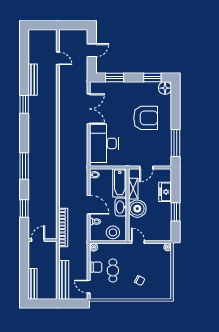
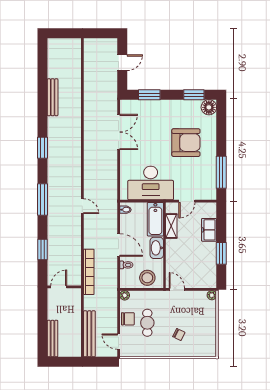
door: (58, 58) -> (82, 206), moved
window: (24, 104) -> (43, 148), moved
desk: (104, 143) -> (151, 183), moved, turned -90
boiler: (137, 209) -> (176, 250), removed

